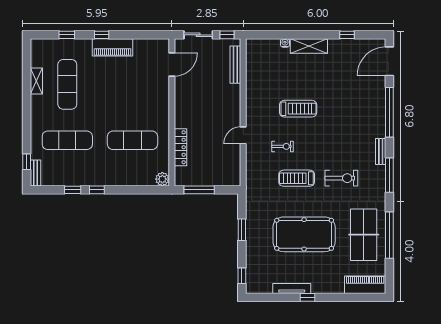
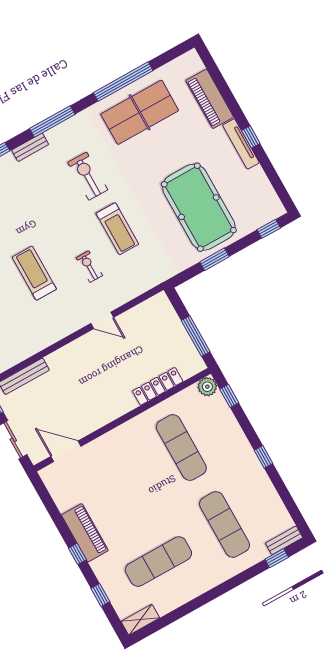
shelving: (36, 81) -> (140, 620), moved
window: (73, 190) -> (229, 396), moved
pool table: (304, 234) -> (199, 207), moved
piano: (365, 285) -> (210, 99), moved
tv unit: (292, 289) -> (241, 144), moved

